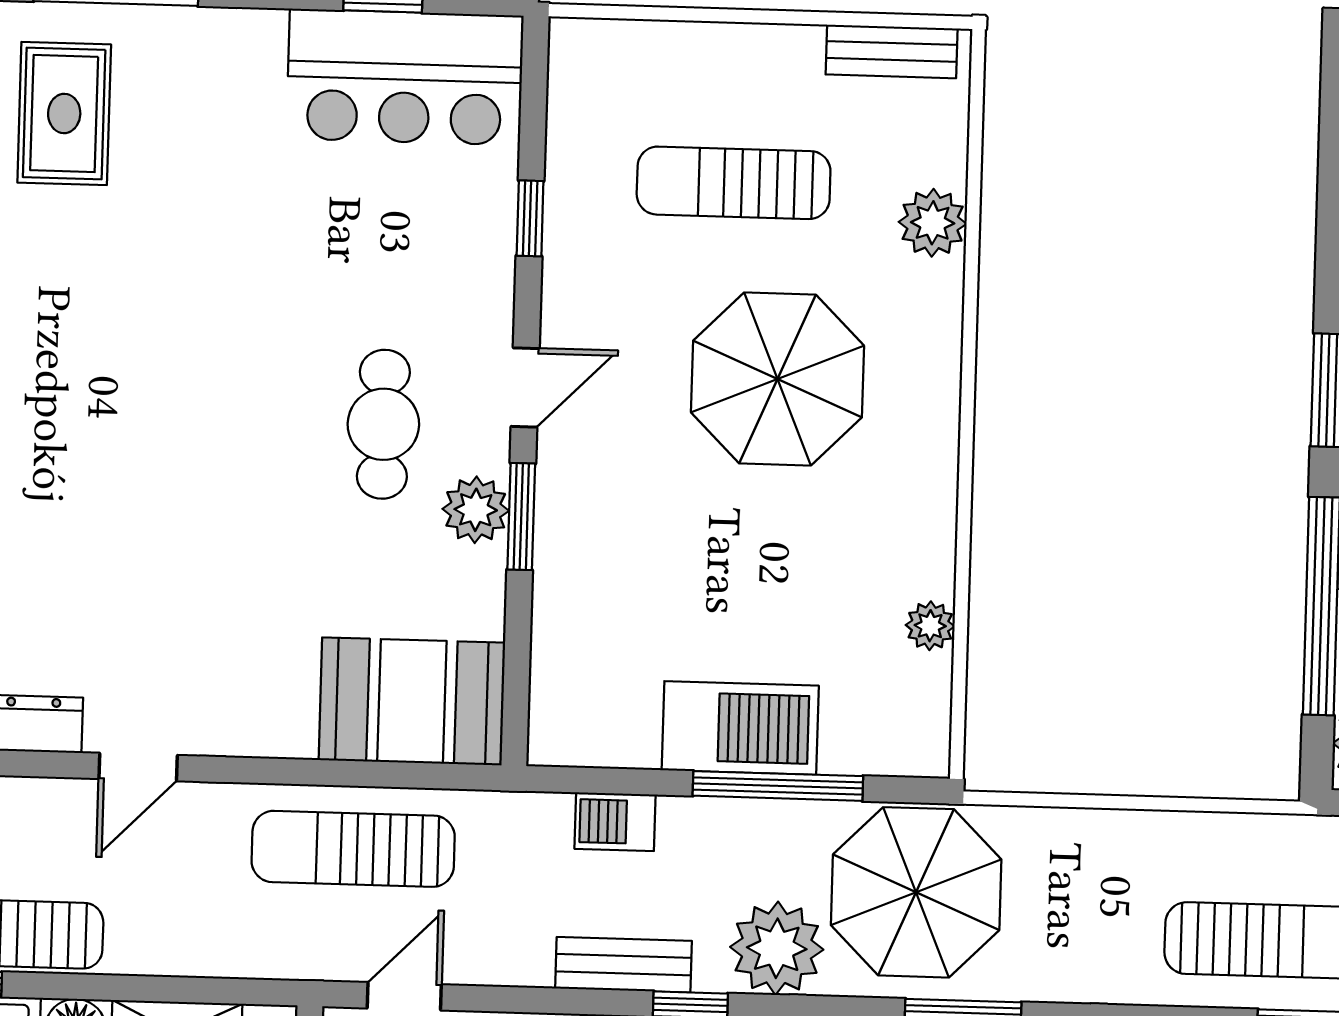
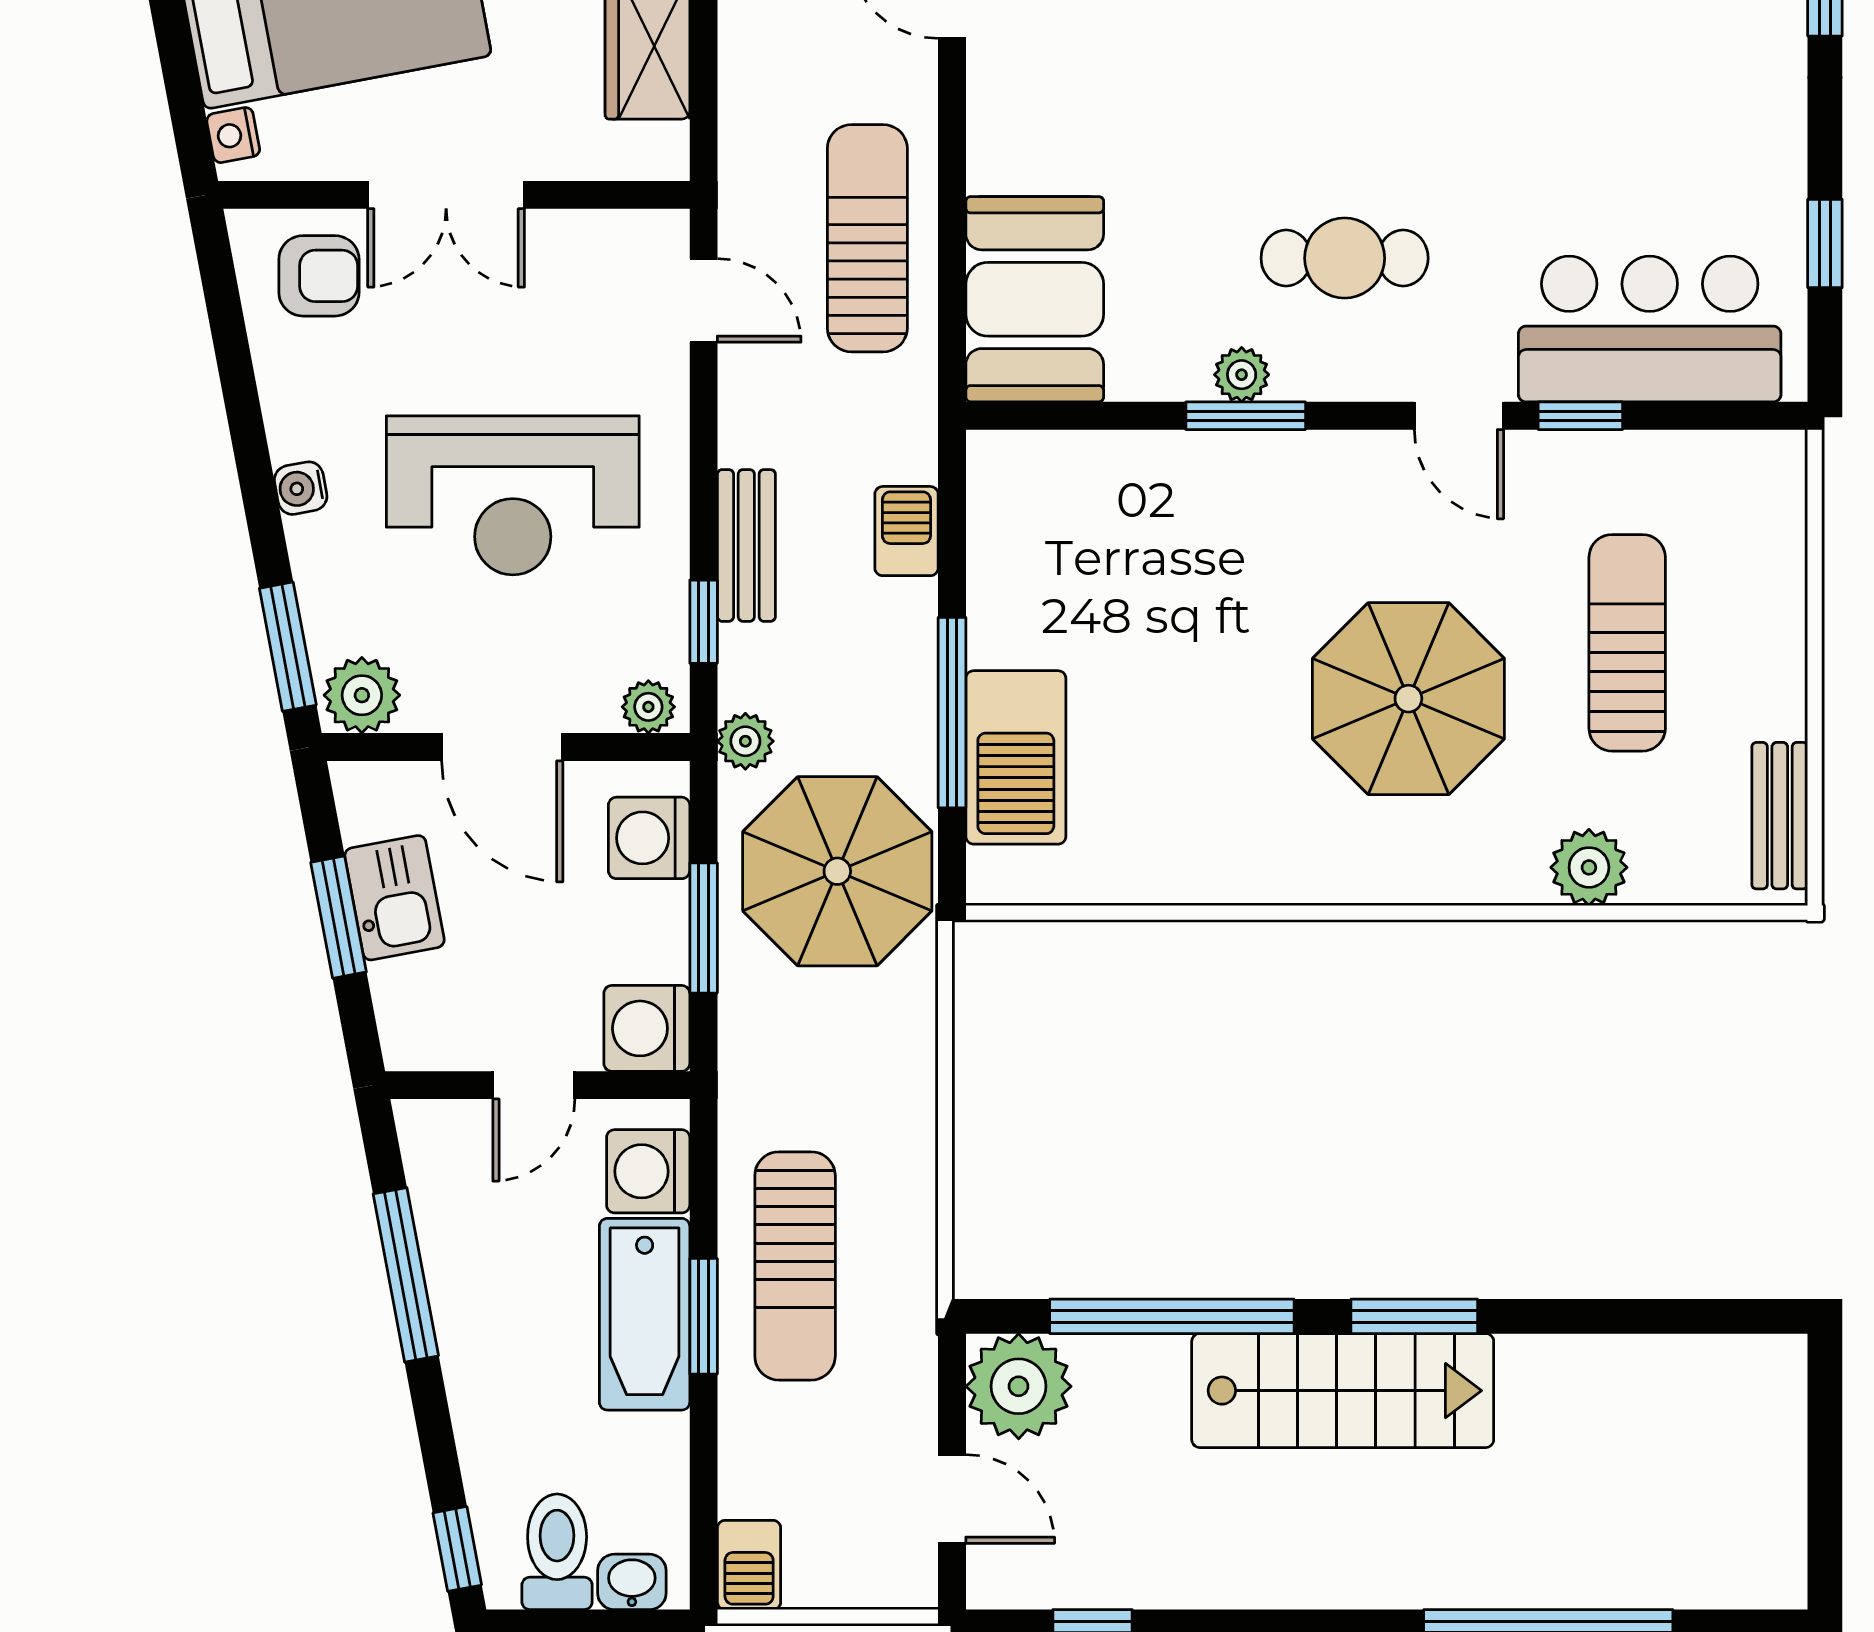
bar counter: (405, 77) -> (1650, 329), moved, turned 90
door: (525, 387) -> (1459, 416), moved
plant: (476, 510) -> (1242, 375), width x0.73, depth x0.73
plant: (930, 626) -> (1137, 878), removed
barbecue: (740, 728) -> (1016, 757), moved
plant: (777, 948) -> (745, 741), width x0.53, depth x0.53

